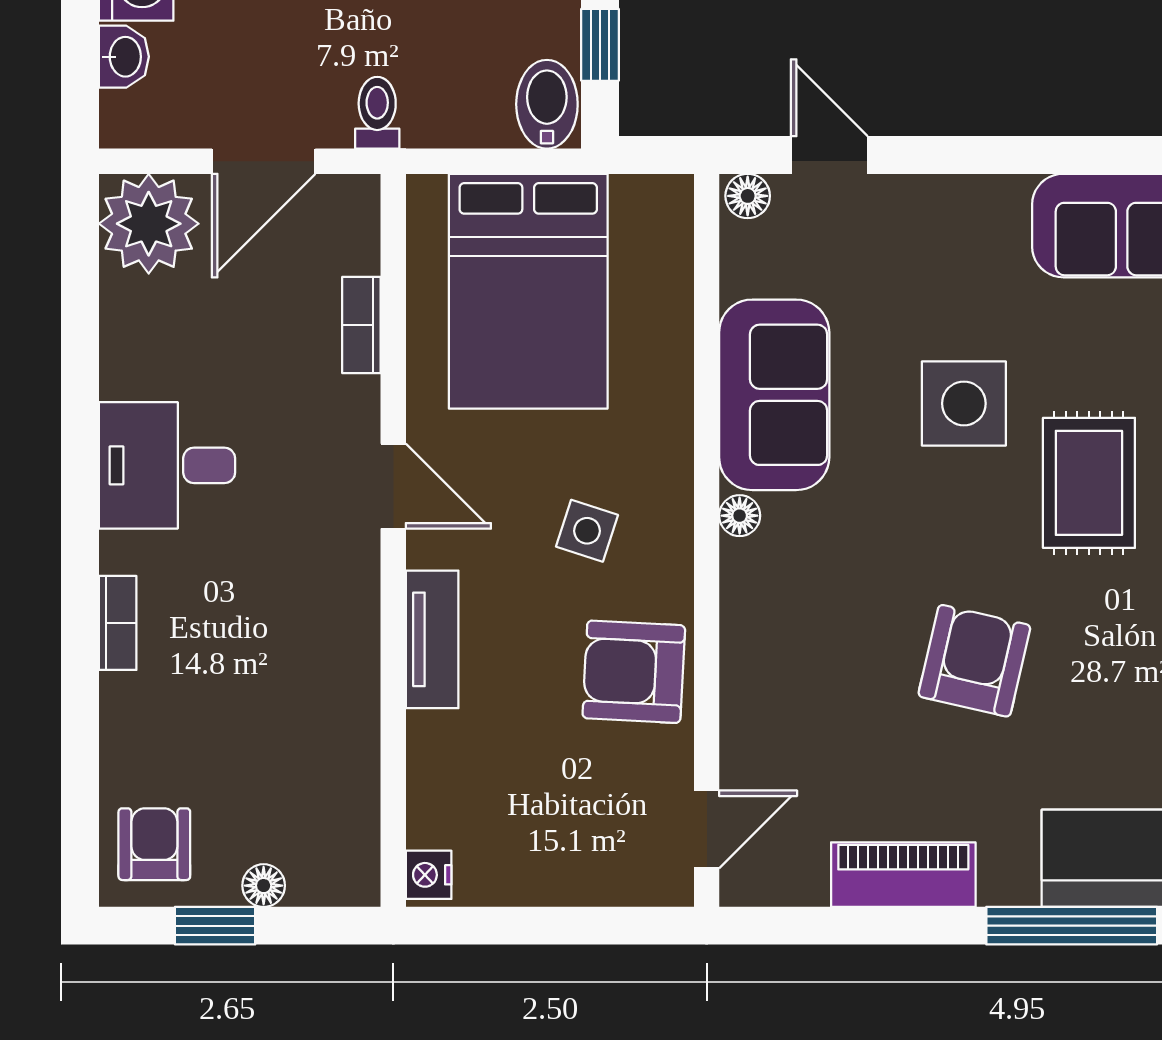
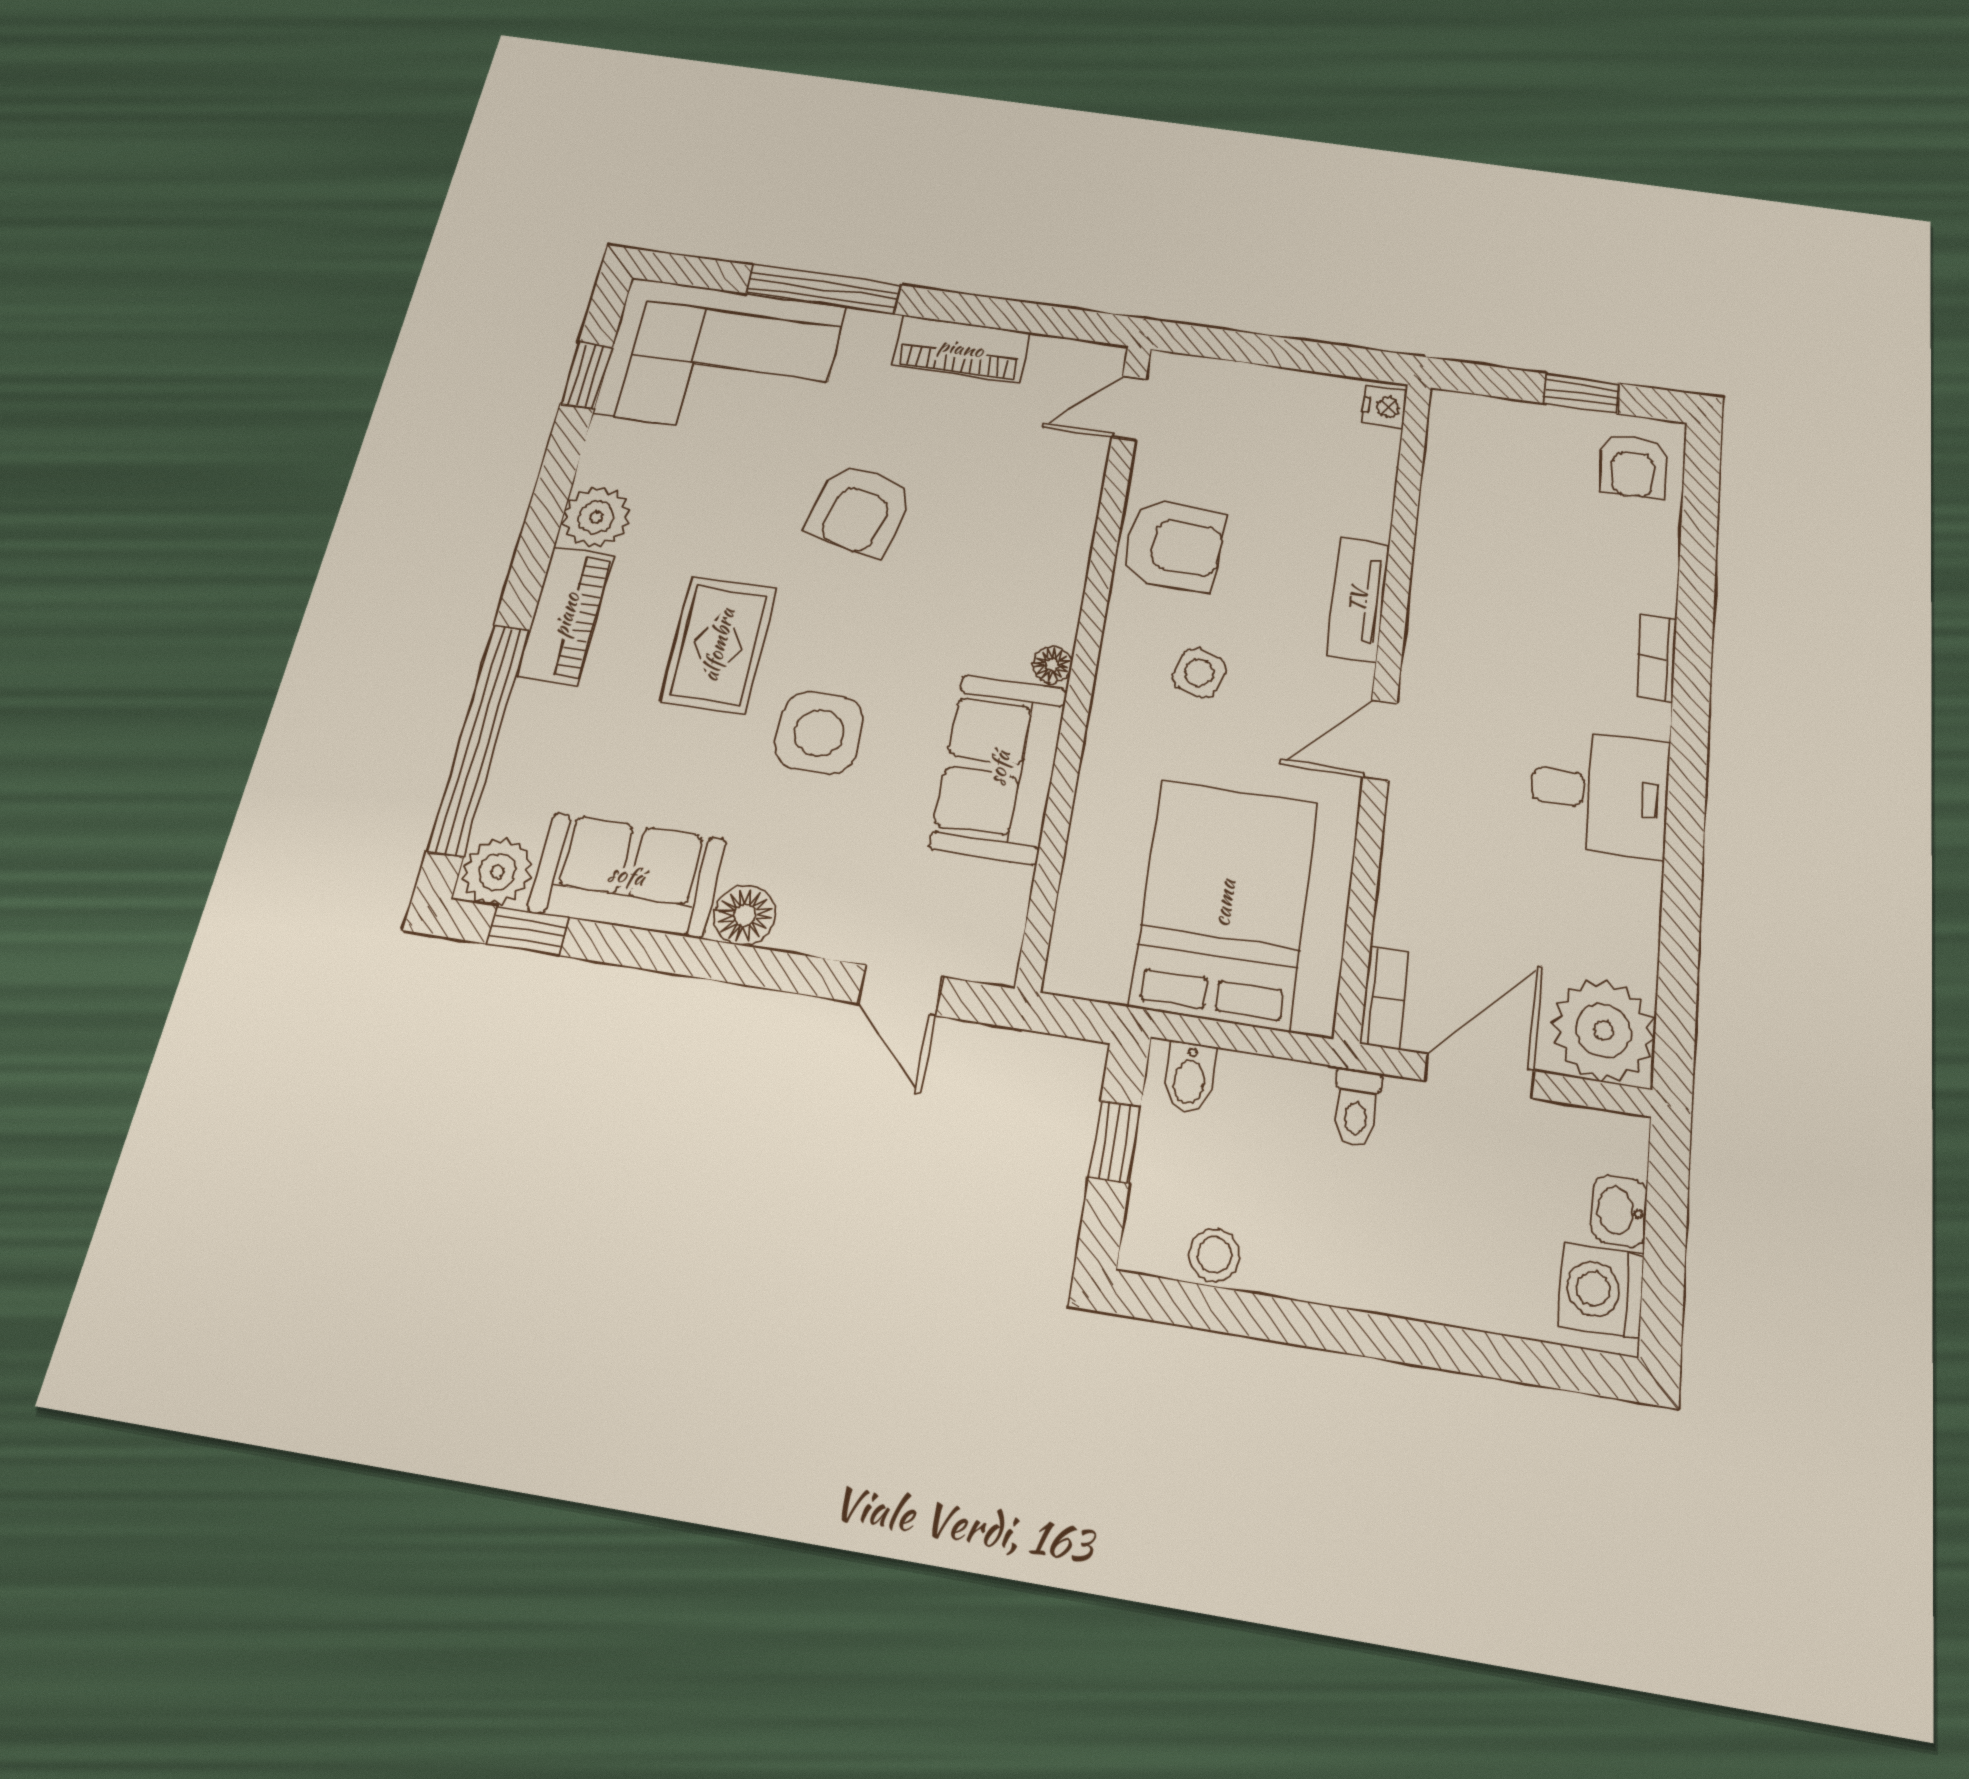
bidet: (547, 104) -> (1190, 1077), width x0.72, depth x0.74
floor lamp: (748, 196) -> (745, 915), moved, width x1.37, depth x1.37
bookcase: (361, 325) -> (1384, 998), moved
door: (393, 486) -> (1380, 740), hinge flipped
floor lamp: (264, 886) -> (1535, 419), removed

